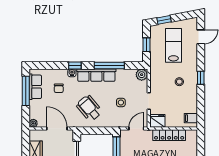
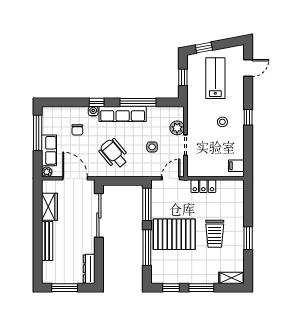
plant: (142, 75) -> (177, 128), moved
row of seats: (35, 87) -> (49, 150), moved
fridge: (157, 121) -> (196, 169), removed
locker: (169, 135) -> (203, 186), width x0.66

